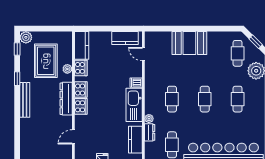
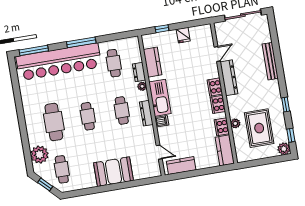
dresser: (149, 93) -> (146, 113), added
dresser: (66, 99) -> (229, 78), moved
cafe table: (238, 99) -> (54, 122), width x1.37, depth x1.35
bench: (25, 100) -> (270, 61), moved

